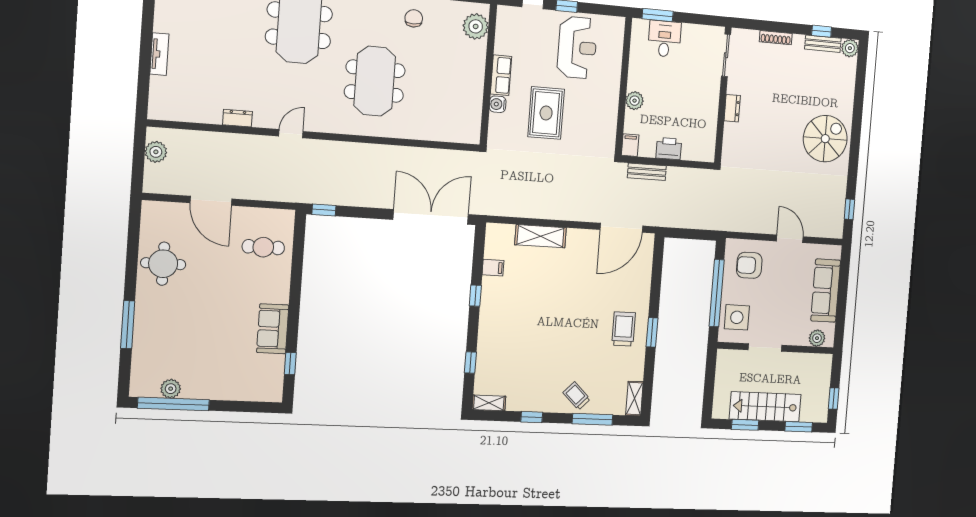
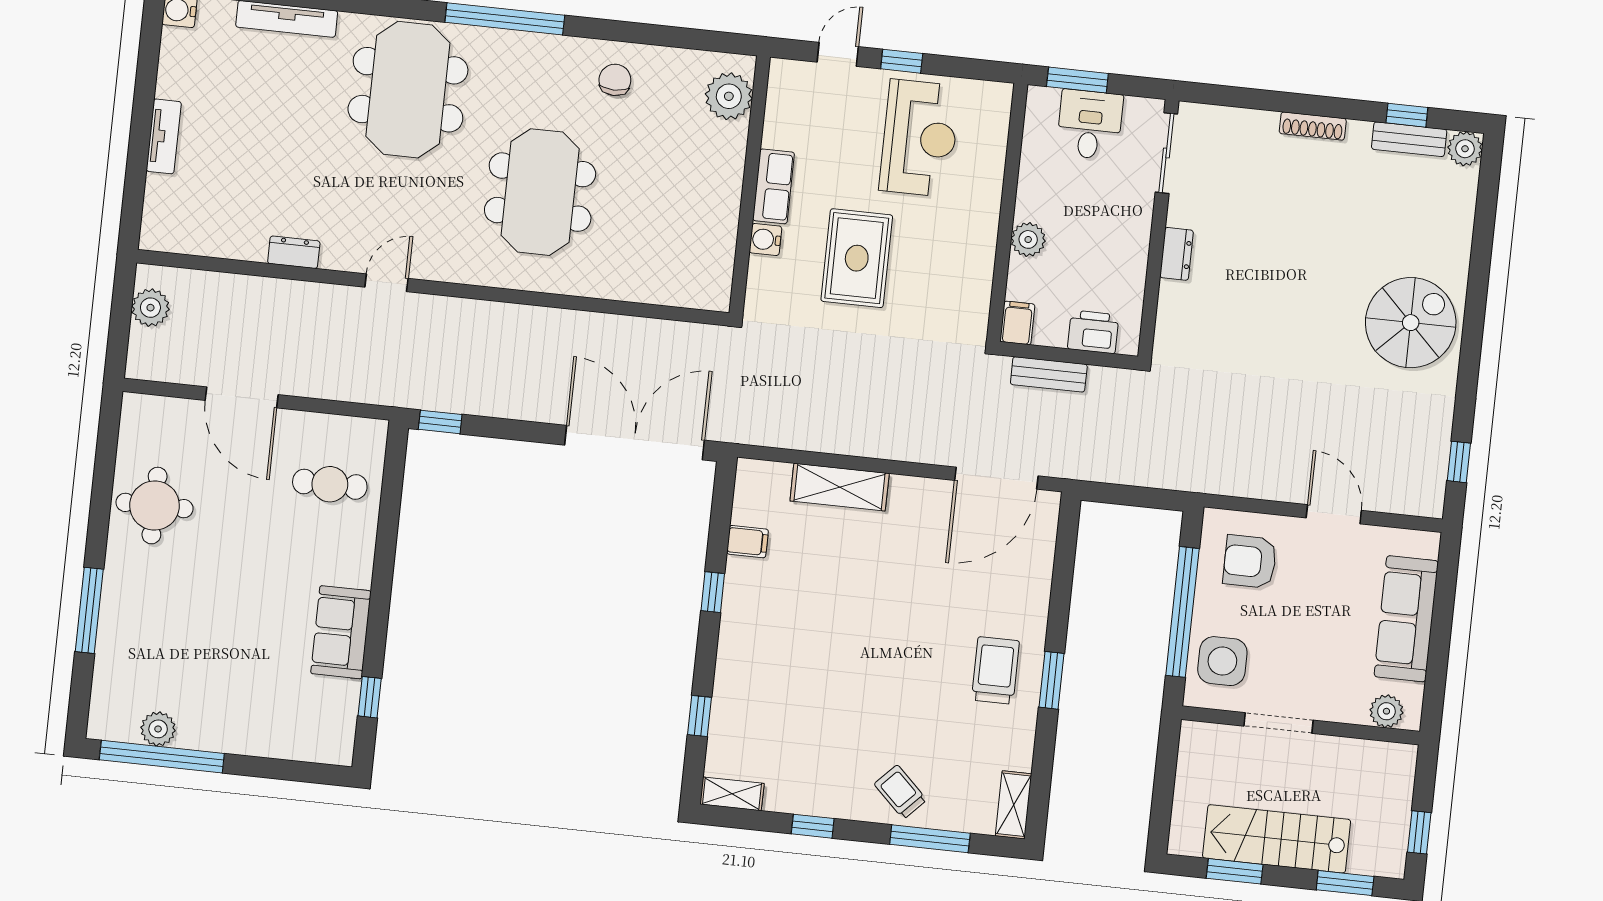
sliding door: (726, 55) -> (1166, 153), moved
wall: (723, 95) -> (1158, 229), moved
dresser: (732, 108) -> (1177, 254), moved

